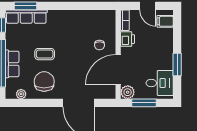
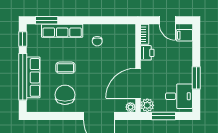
row of seats: (26, 17) -> (62, 31), moved
chair: (99, 45) -> (97, 41), moved
row of seats: (12, 64) -> (33, 77), width x1.48
plant: (21, 94) -> (130, 107), moved

